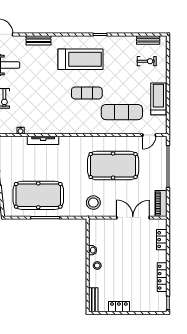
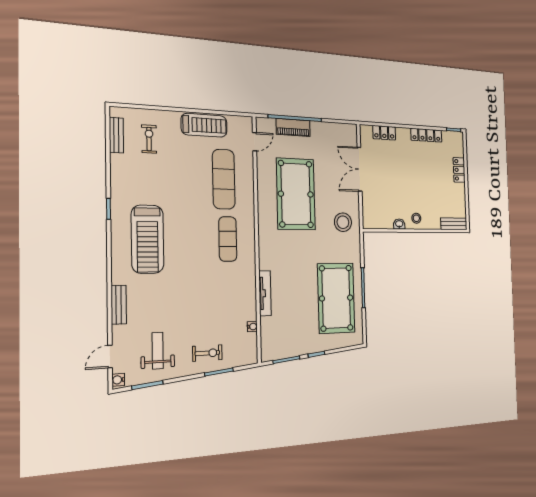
treadmill: (81, 59) -> (148, 239), turned 180
exercise mat: (87, 93) -> (228, 239), moved
treadmill: (158, 99) -> (204, 125), turned 180
door: (149, 135) -> (255, 142), hinge flipped
piano: (161, 204) -> (293, 127), moved
locker: (119, 307) -> (459, 170), moved

